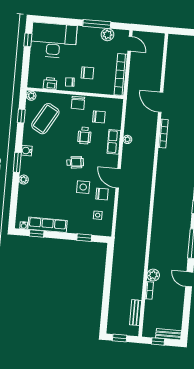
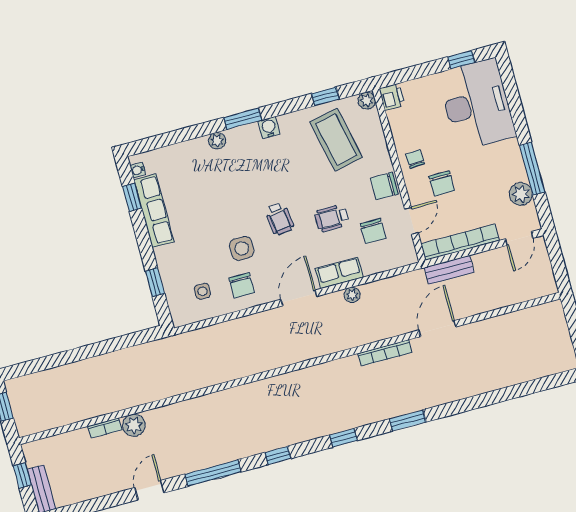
printer: (50, 84) -> (392, 97), moved
door: (101, 95) -> (411, 221), added
coffee table: (45, 119) -> (336, 140), turned 48
door: (118, 178) -> (299, 298), moved
bench: (136, 313) -> (449, 270), moved

